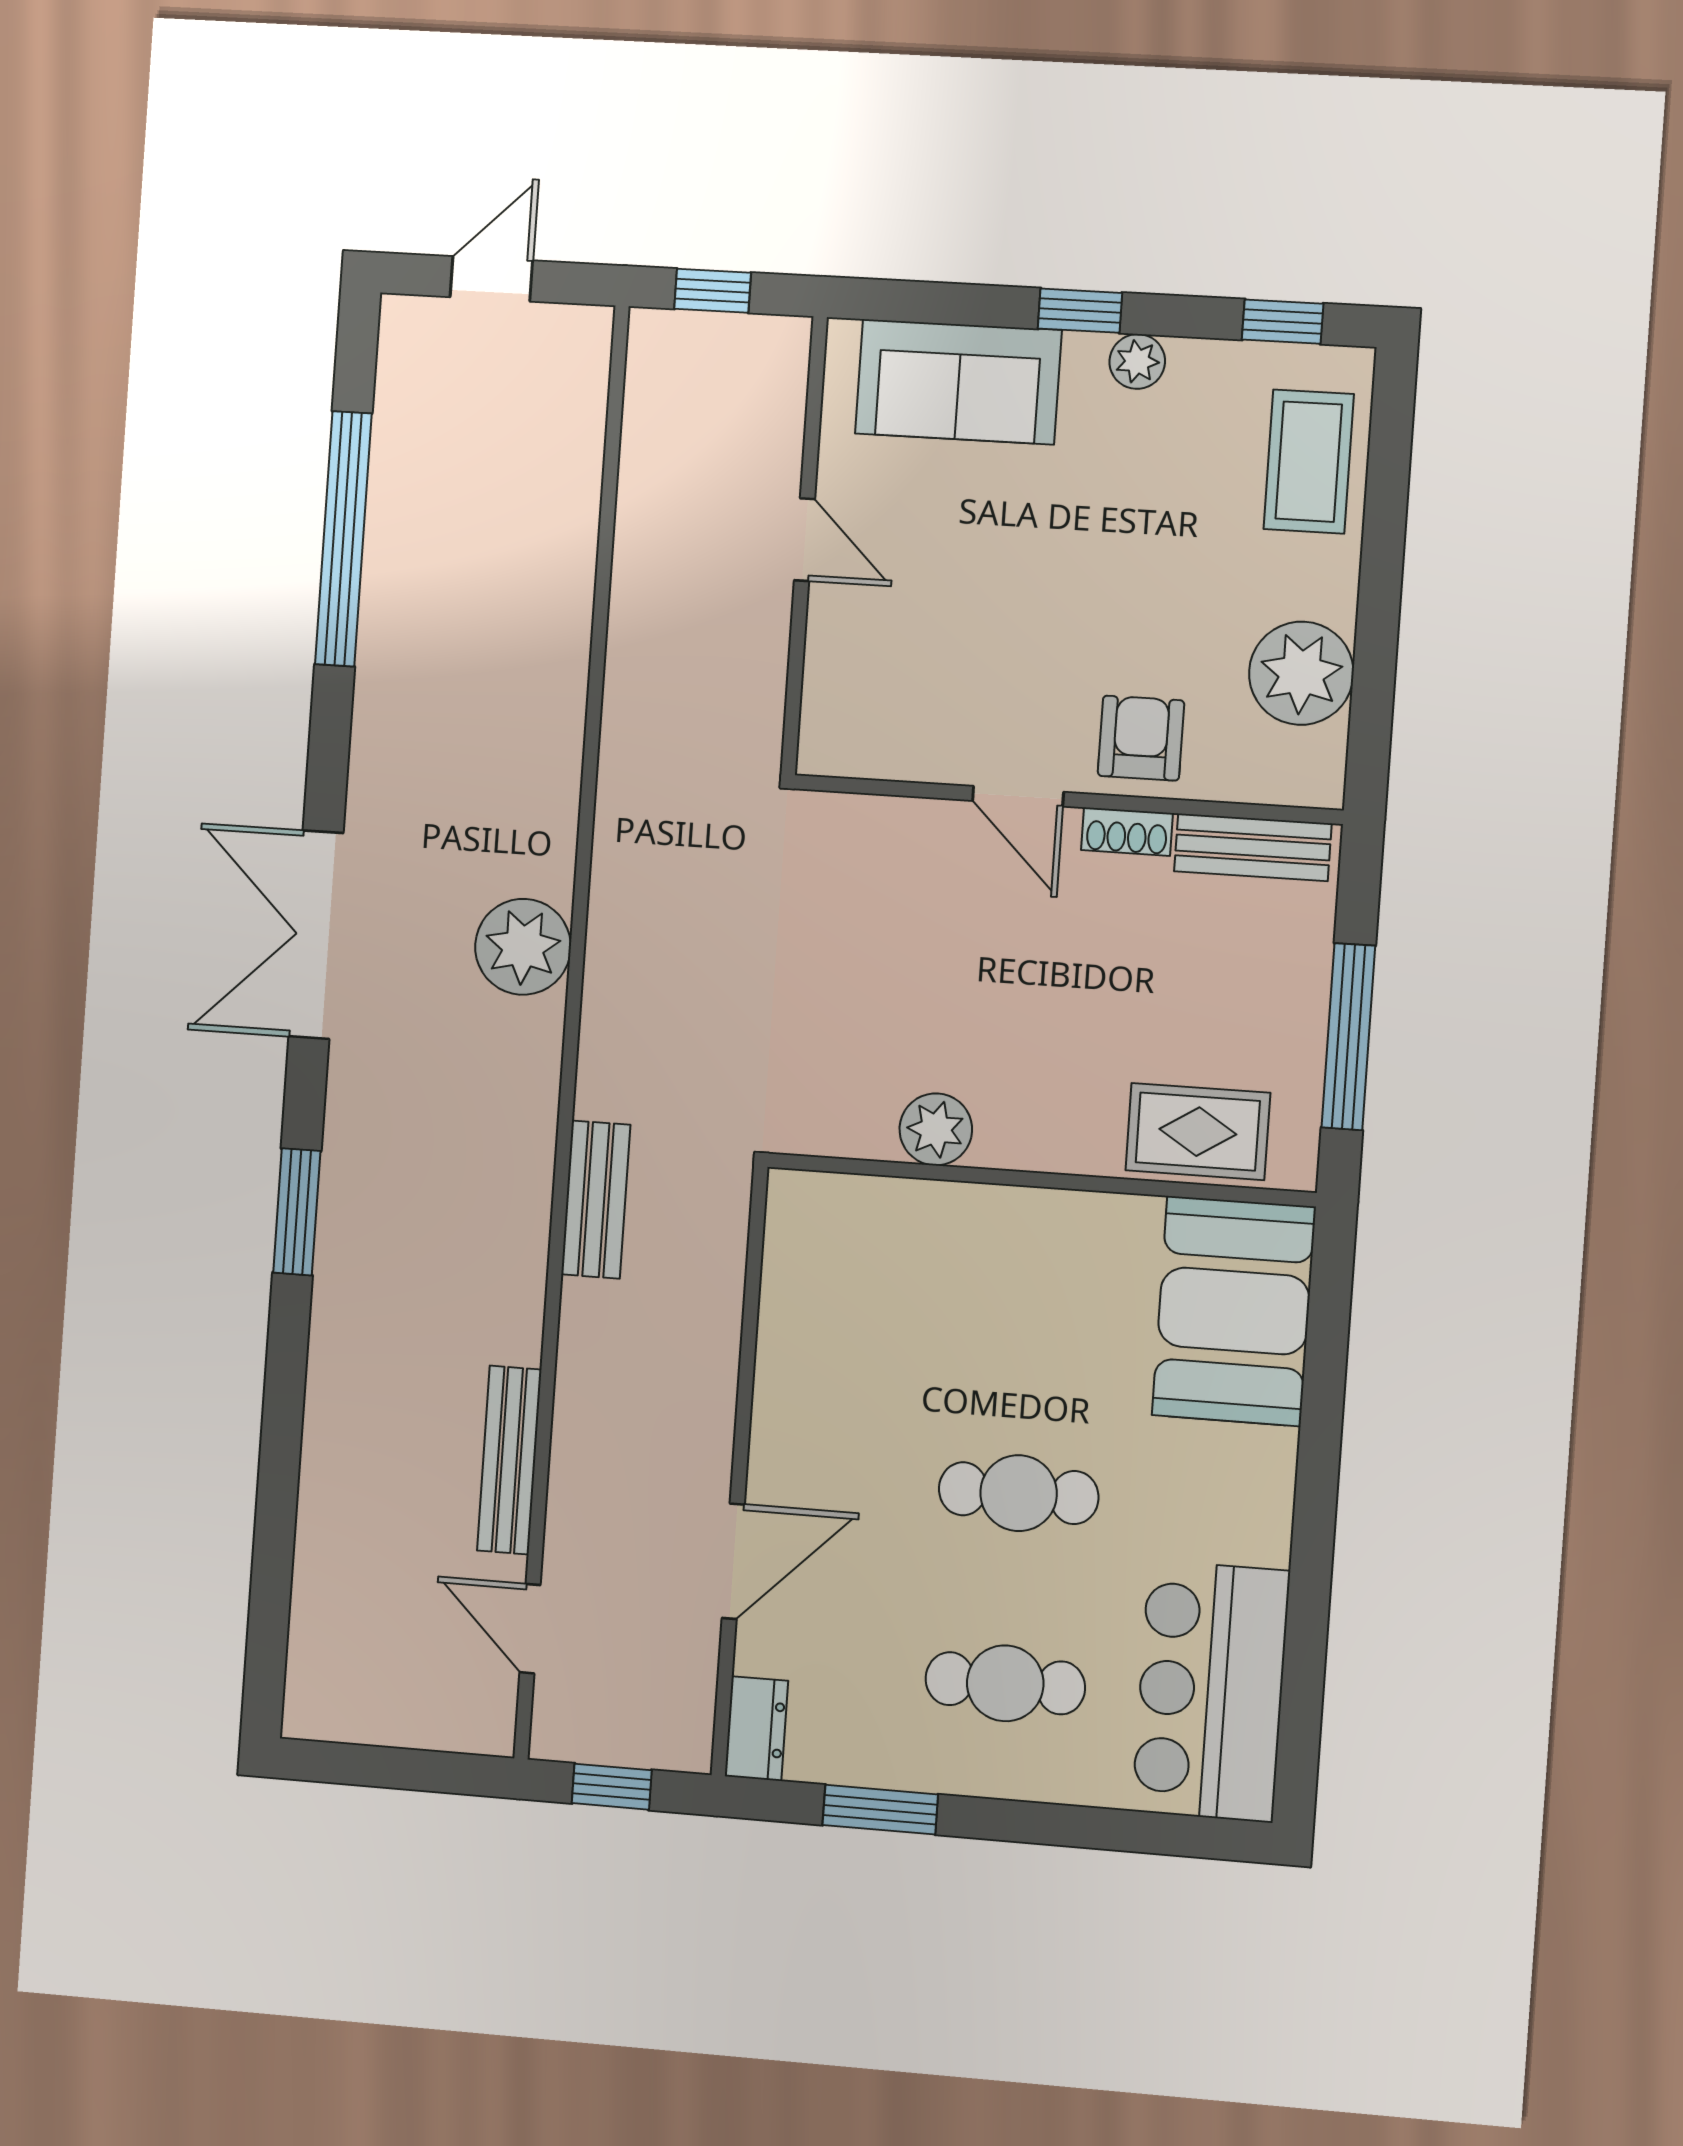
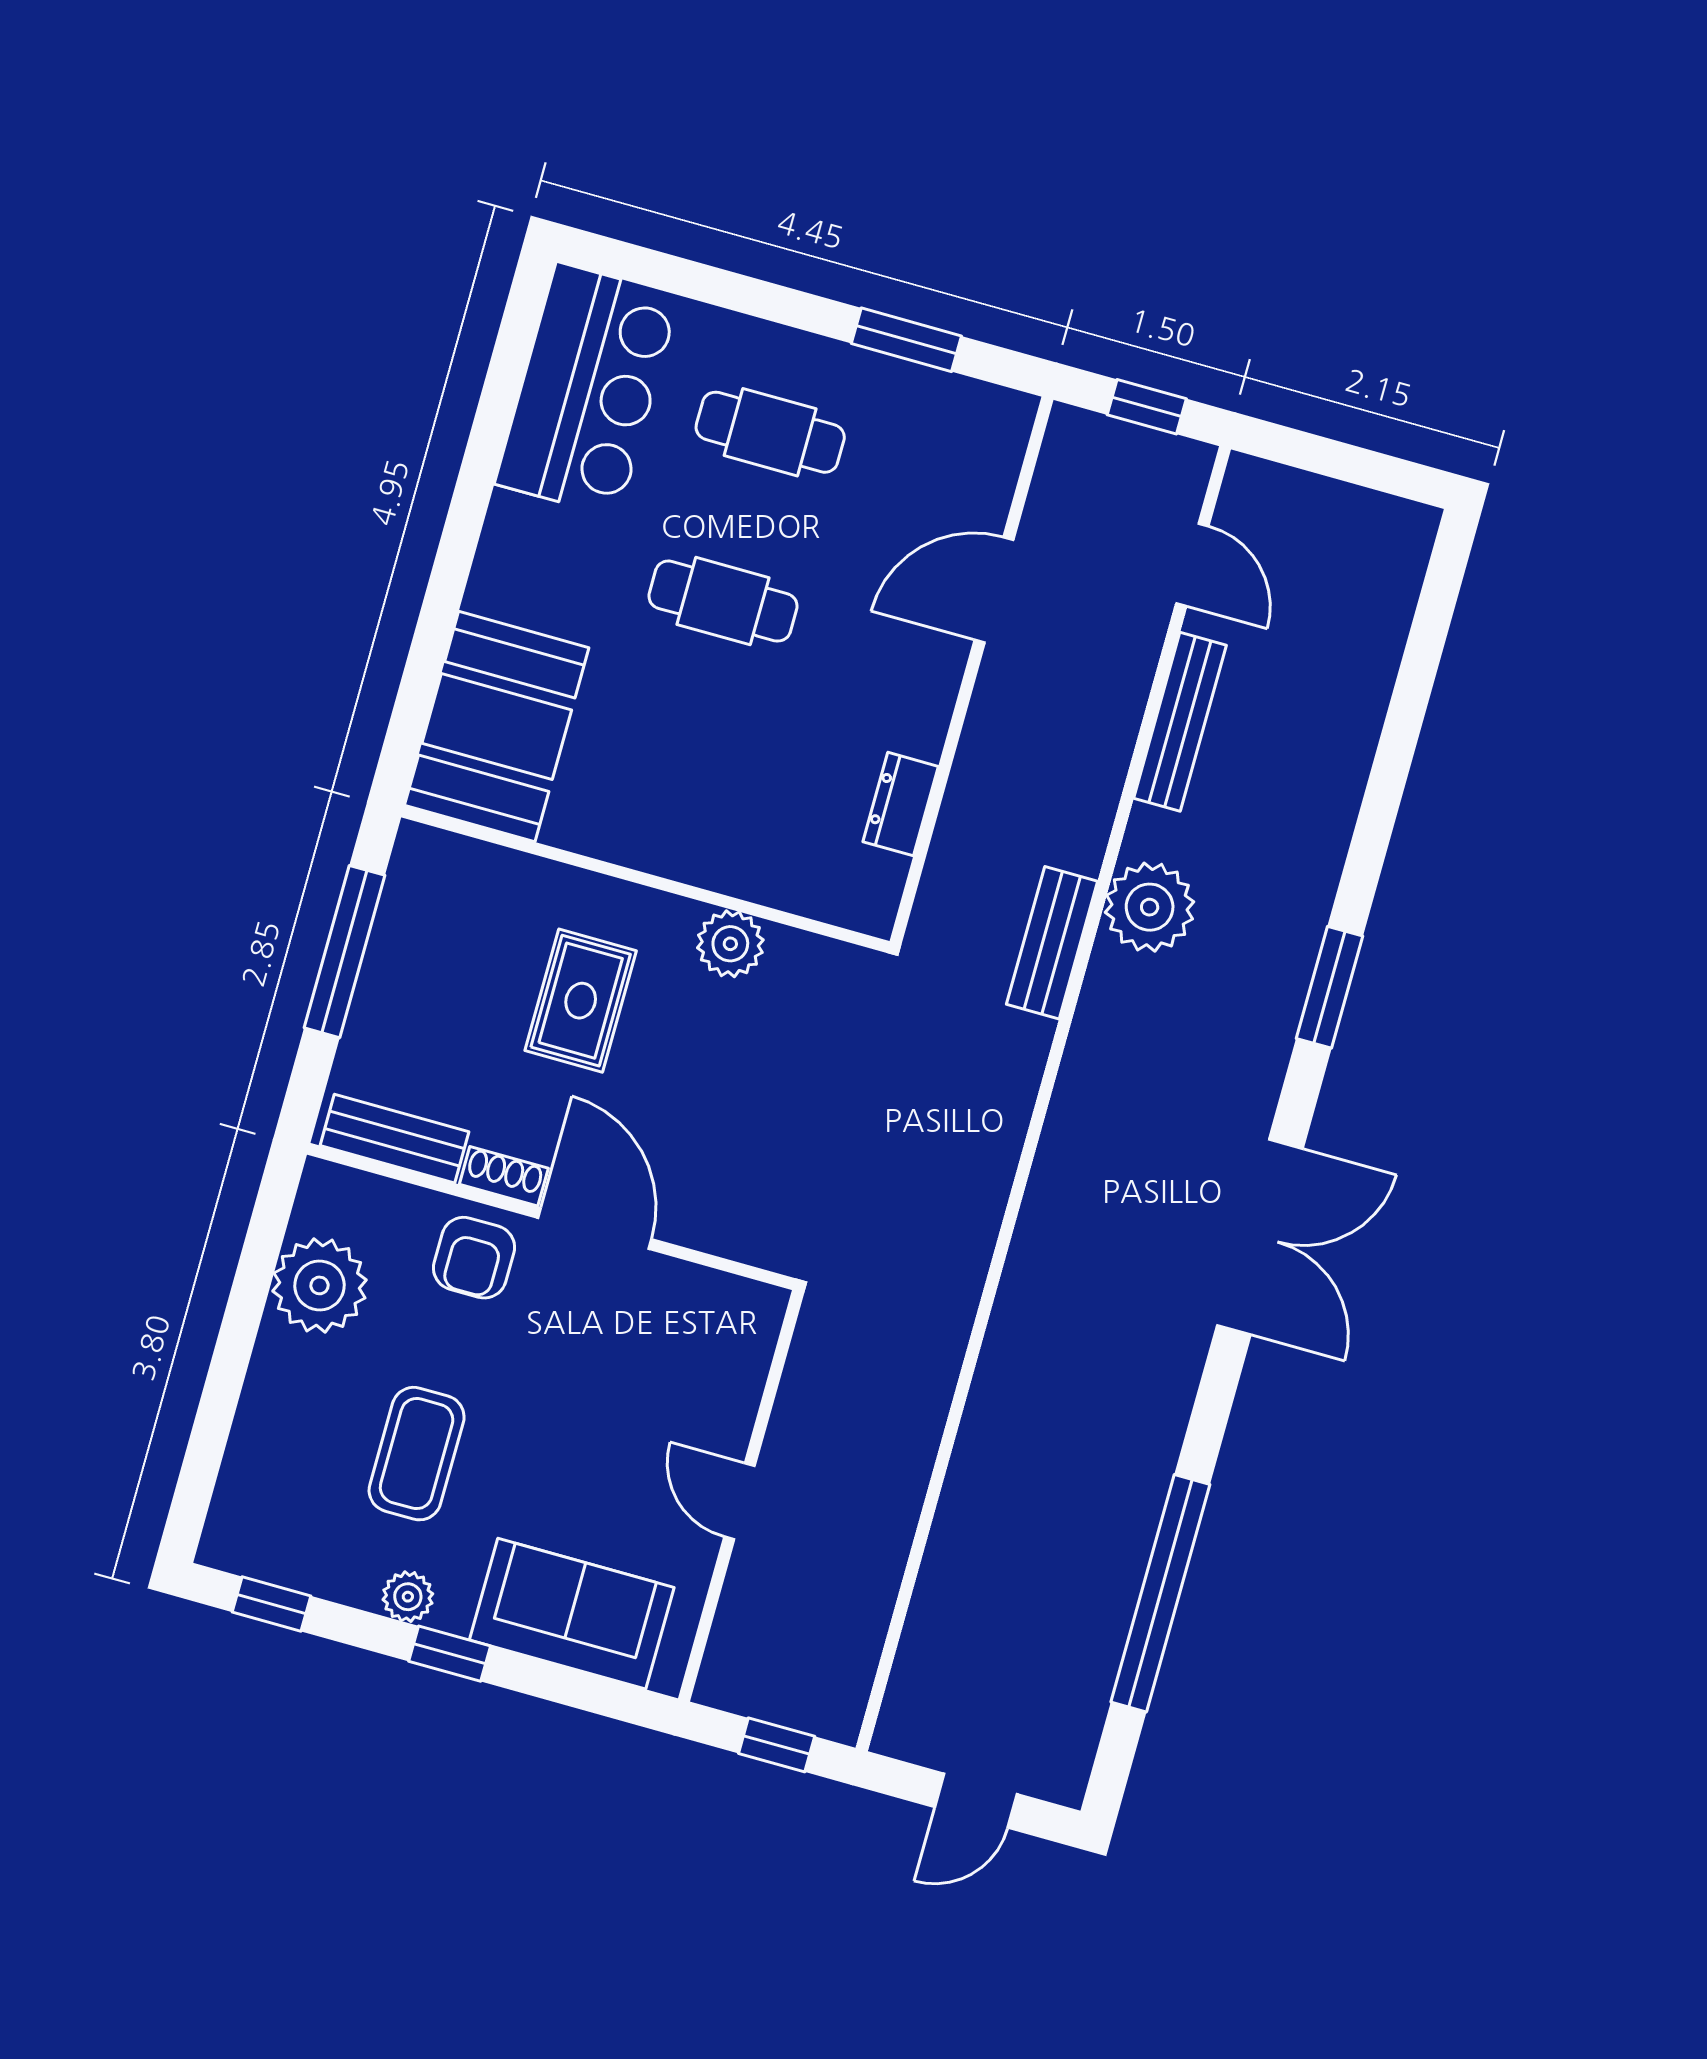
coffee table: (1309, 462) -> (417, 1454), moved
door: (1018, 796) -> (595, 1229), width x1.38
plant: (523, 947) -> (1150, 907), moved
rug: (1198, 1132) -> (581, 1001), moved, turned 90
dresser: (756, 1729) -> (901, 804), moved

